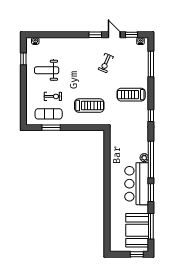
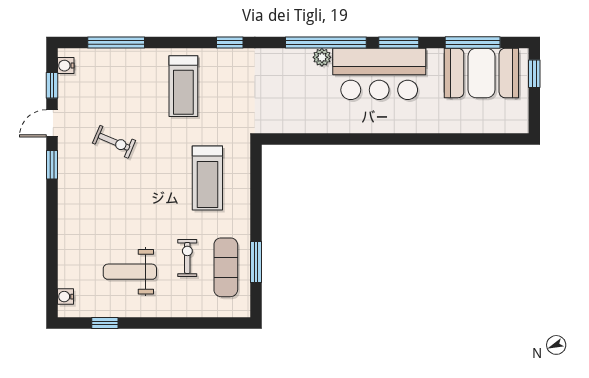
weight bench: (47, 70) -> (130, 272), turned 90
treadmill: (89, 106) -> (207, 178), turned 180

